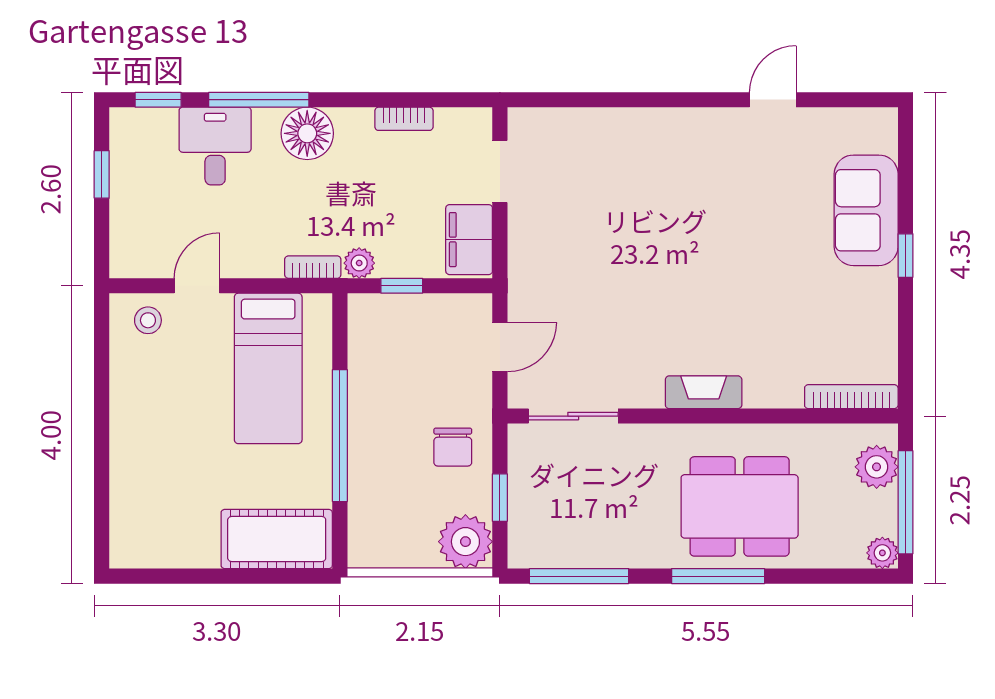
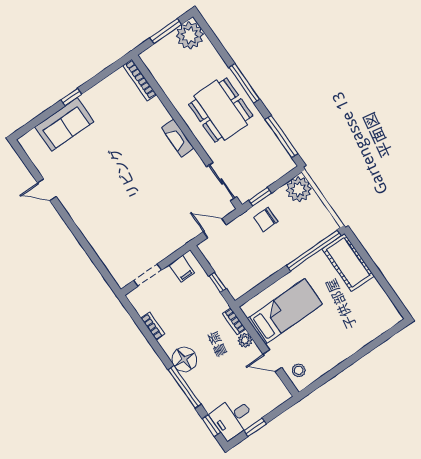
desk: (215, 146) -> (232, 418), moved
filing cabinet: (469, 240) -> (182, 269), width x0.50
plant: (359, 263) -> (245, 340), moved
window: (340, 436) -> (314, 251), moved
chair: (453, 447) -> (266, 220), turned 180
plant: (877, 467) -> (160, 52), removed
window: (500, 498) -> (260, 197), moved
window: (906, 502) -> (166, 31), width x0.69
dining table: (740, 506) -> (221, 110), moved
plant: (882, 553) -> (190, 35), width x1.87, depth x1.87

